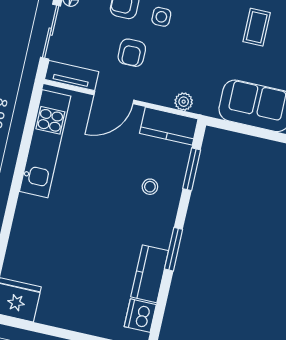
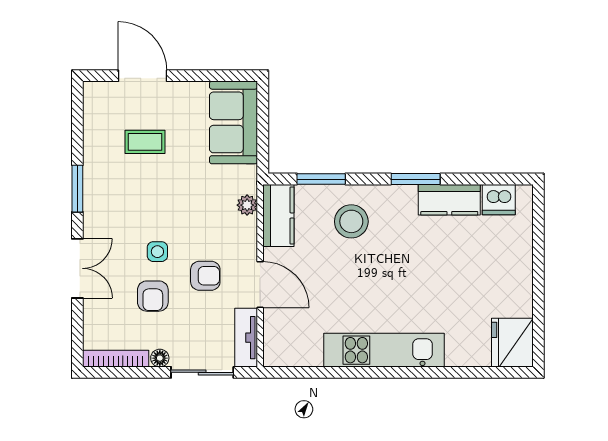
kitchen unit: (45, 144) -> (384, 350), moved
stool: (150, 187) -> (351, 221), width x1.89, depth x1.89

